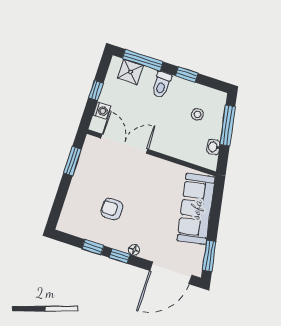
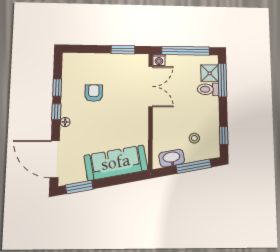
window: (187, 74) -> (224, 135), moved
toilet: (162, 85) -> (208, 89), moved
window: (96, 90) -> (186, 51), width x3.17
washing machine: (102, 111) -> (159, 60), moved
washbasin: (214, 147) -> (172, 158), width x1.91, depth x1.45

